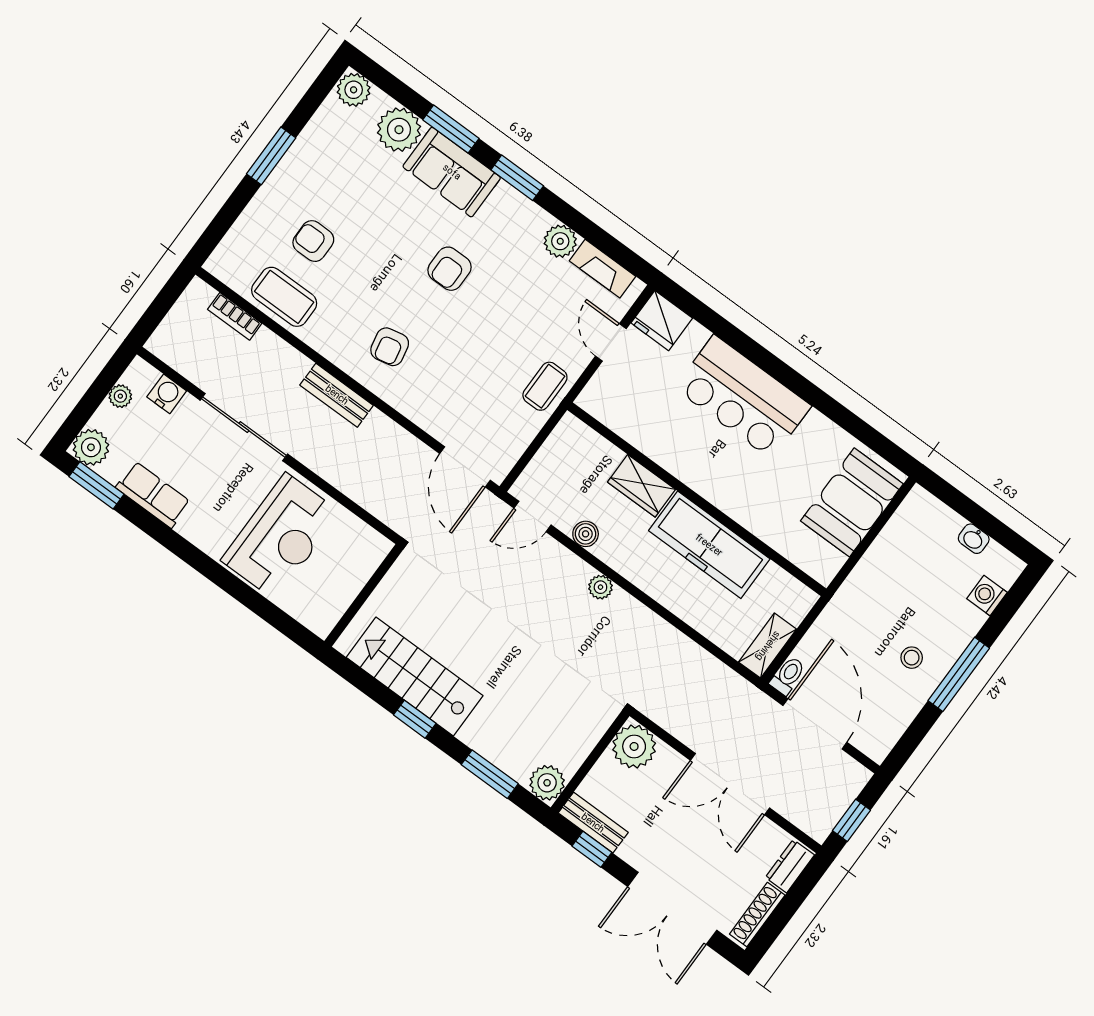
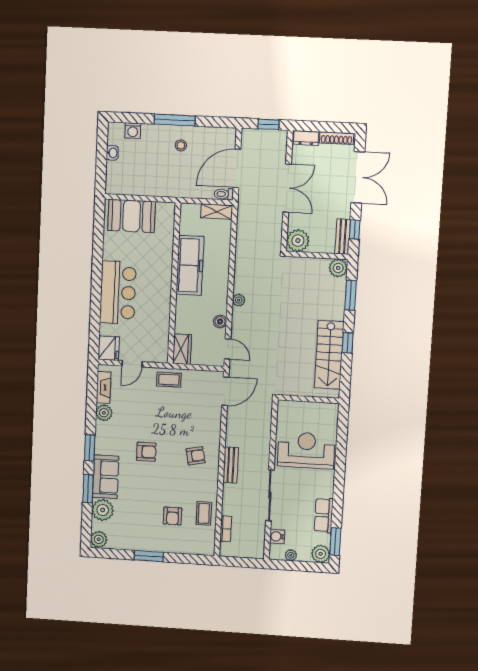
coffee table: (284, 297) -> (204, 513), width x0.73, depth x0.77
wardrobe: (641, 486) -> (182, 349), moved

